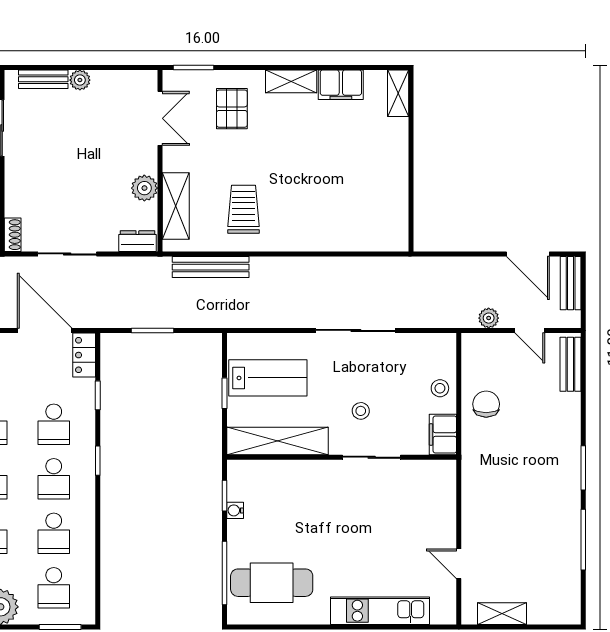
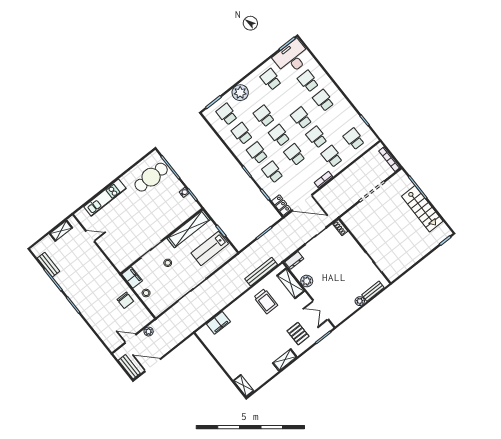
filing cabinet: (341, 85) -> (218, 323), moved, turned 180
bench: (570, 364) -> (49, 265), moved

